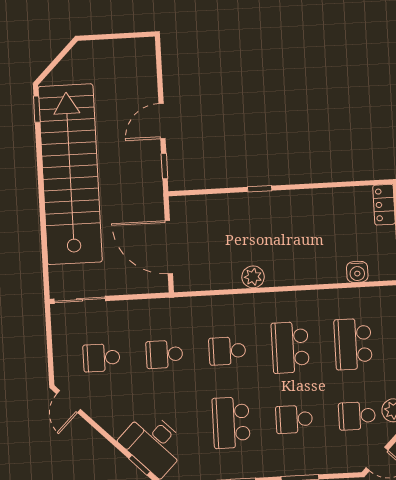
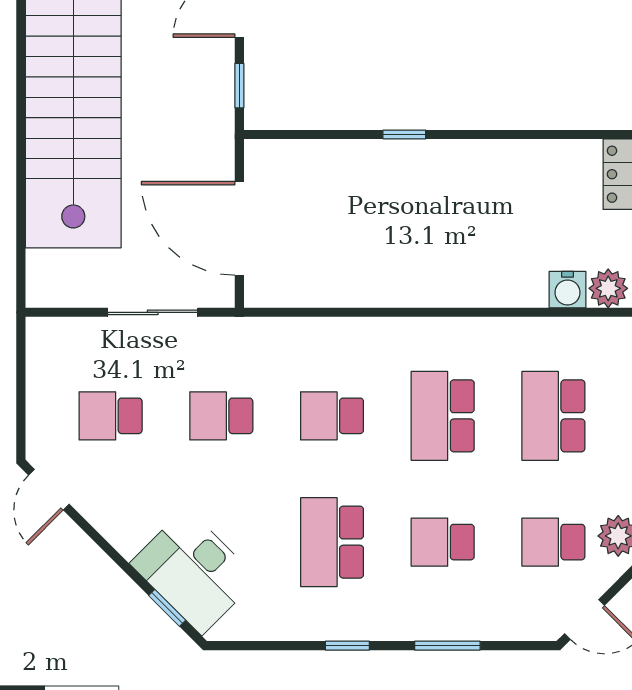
plant: (253, 277) -> (608, 288), moved
sliding door: (80, 300) -> (153, 312), moved

